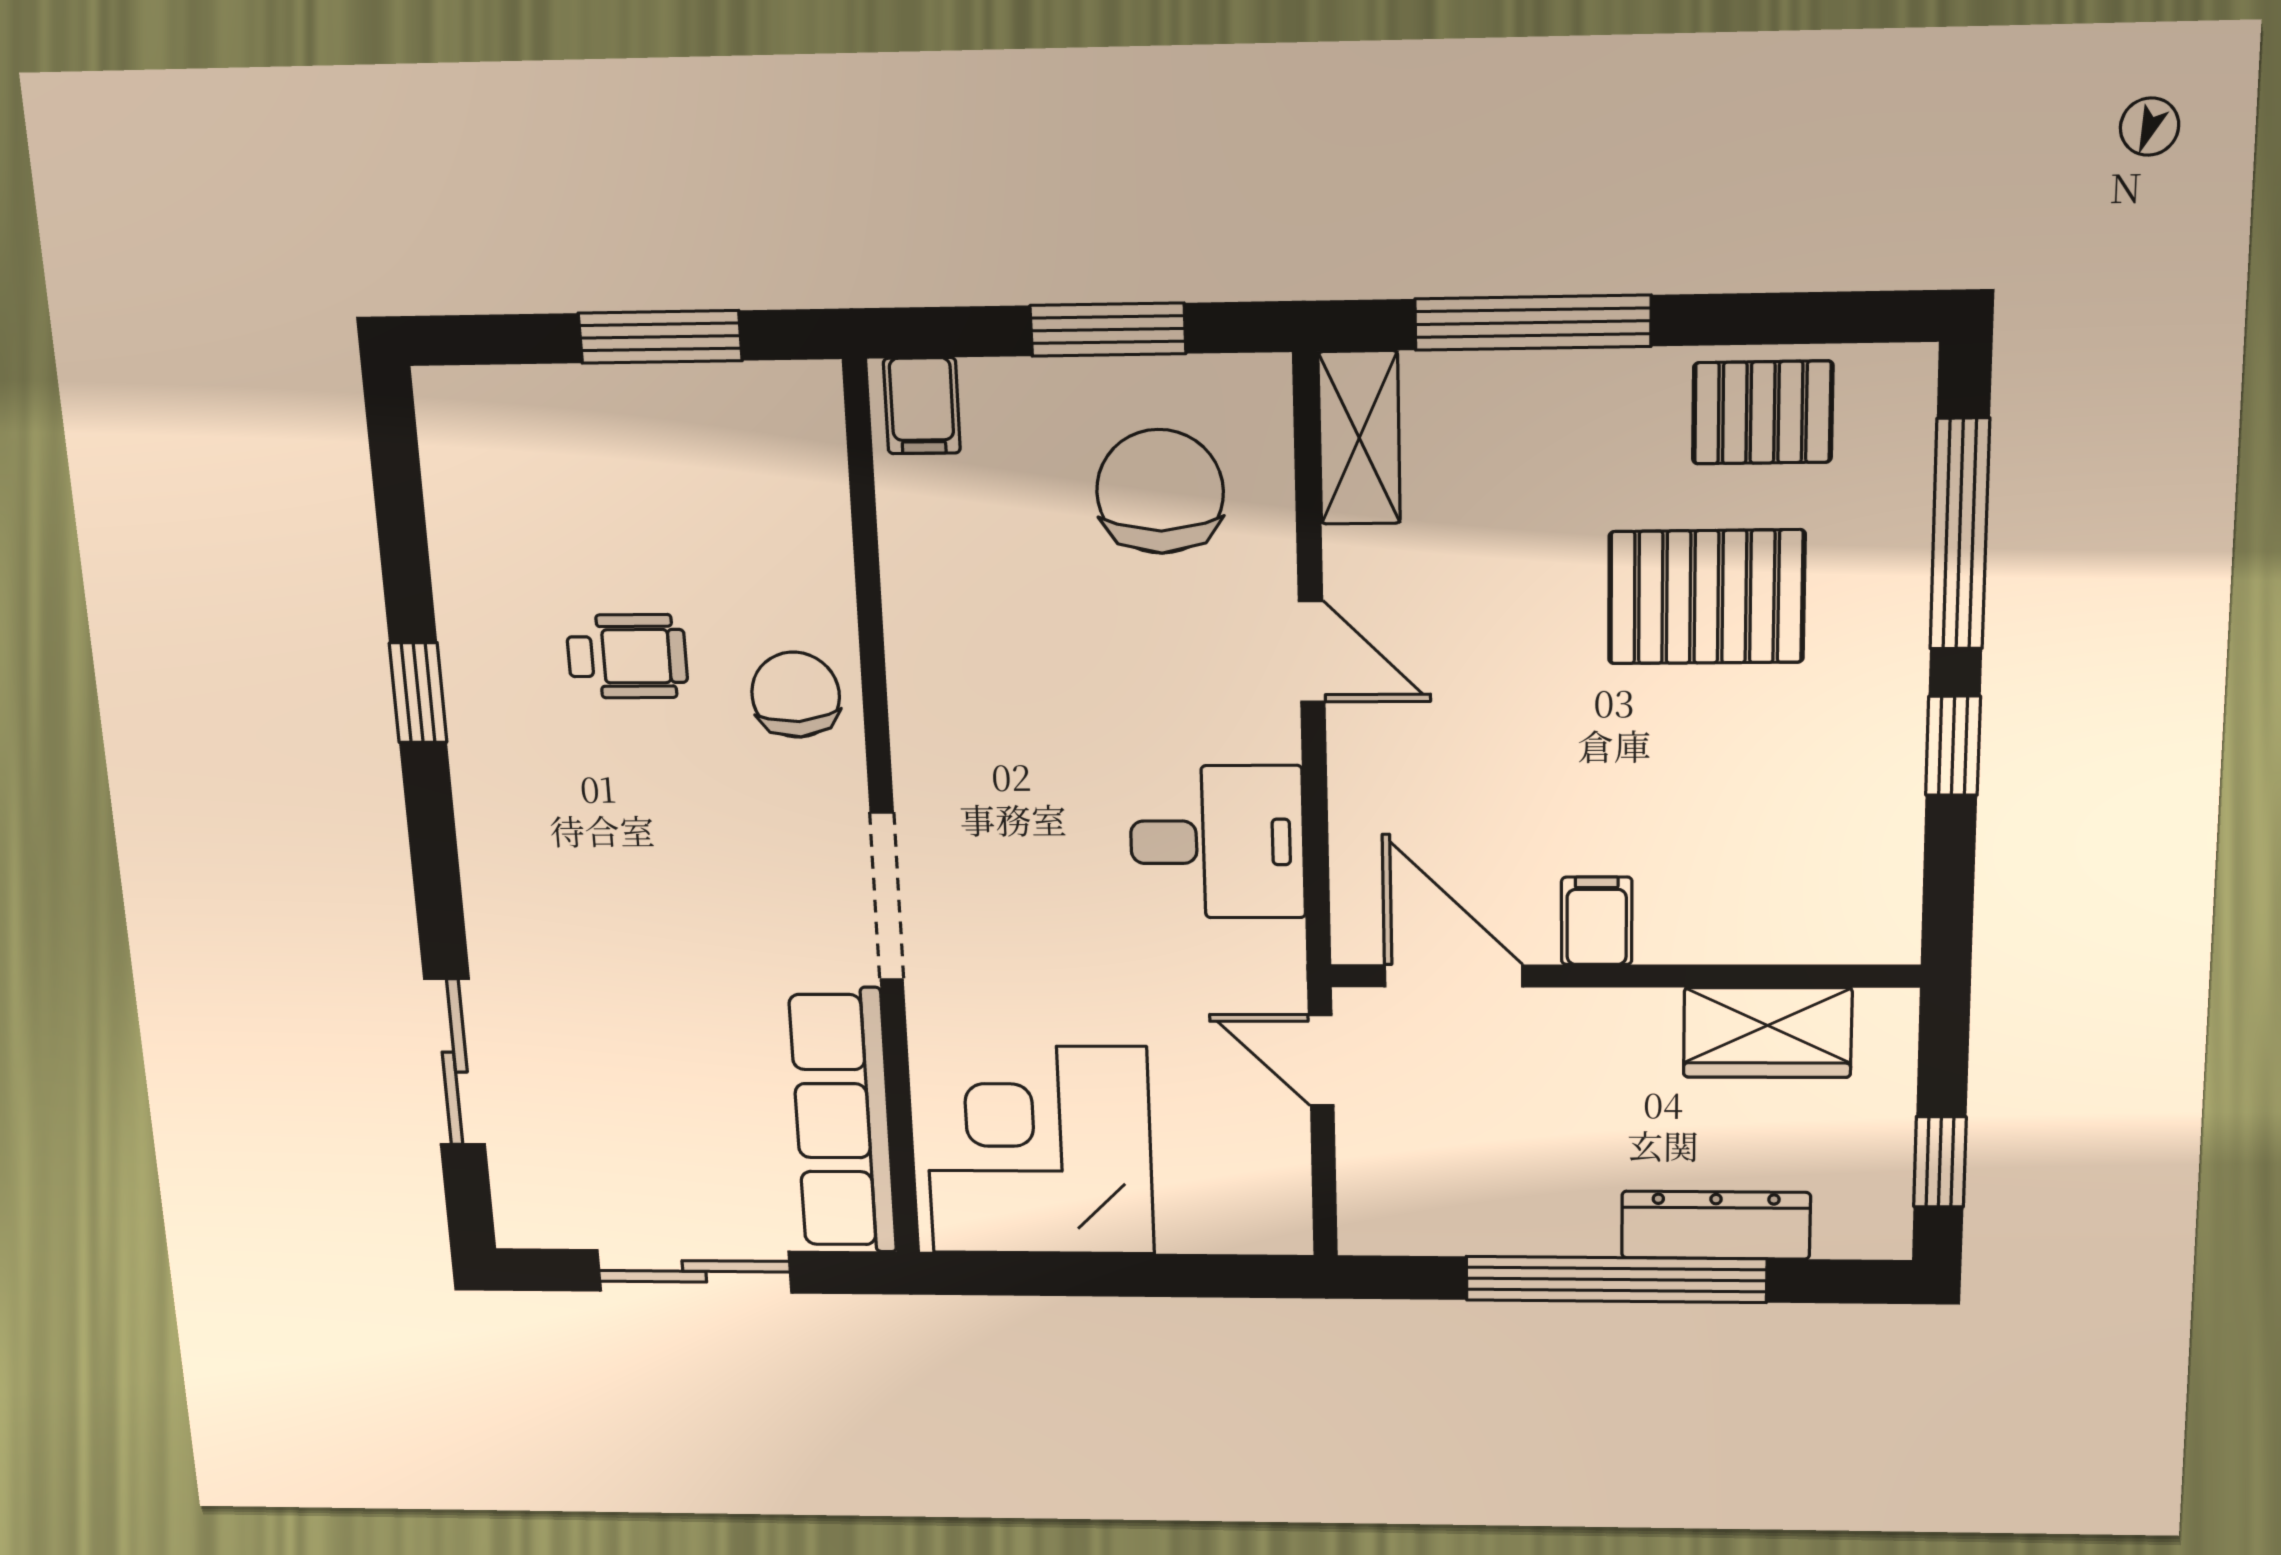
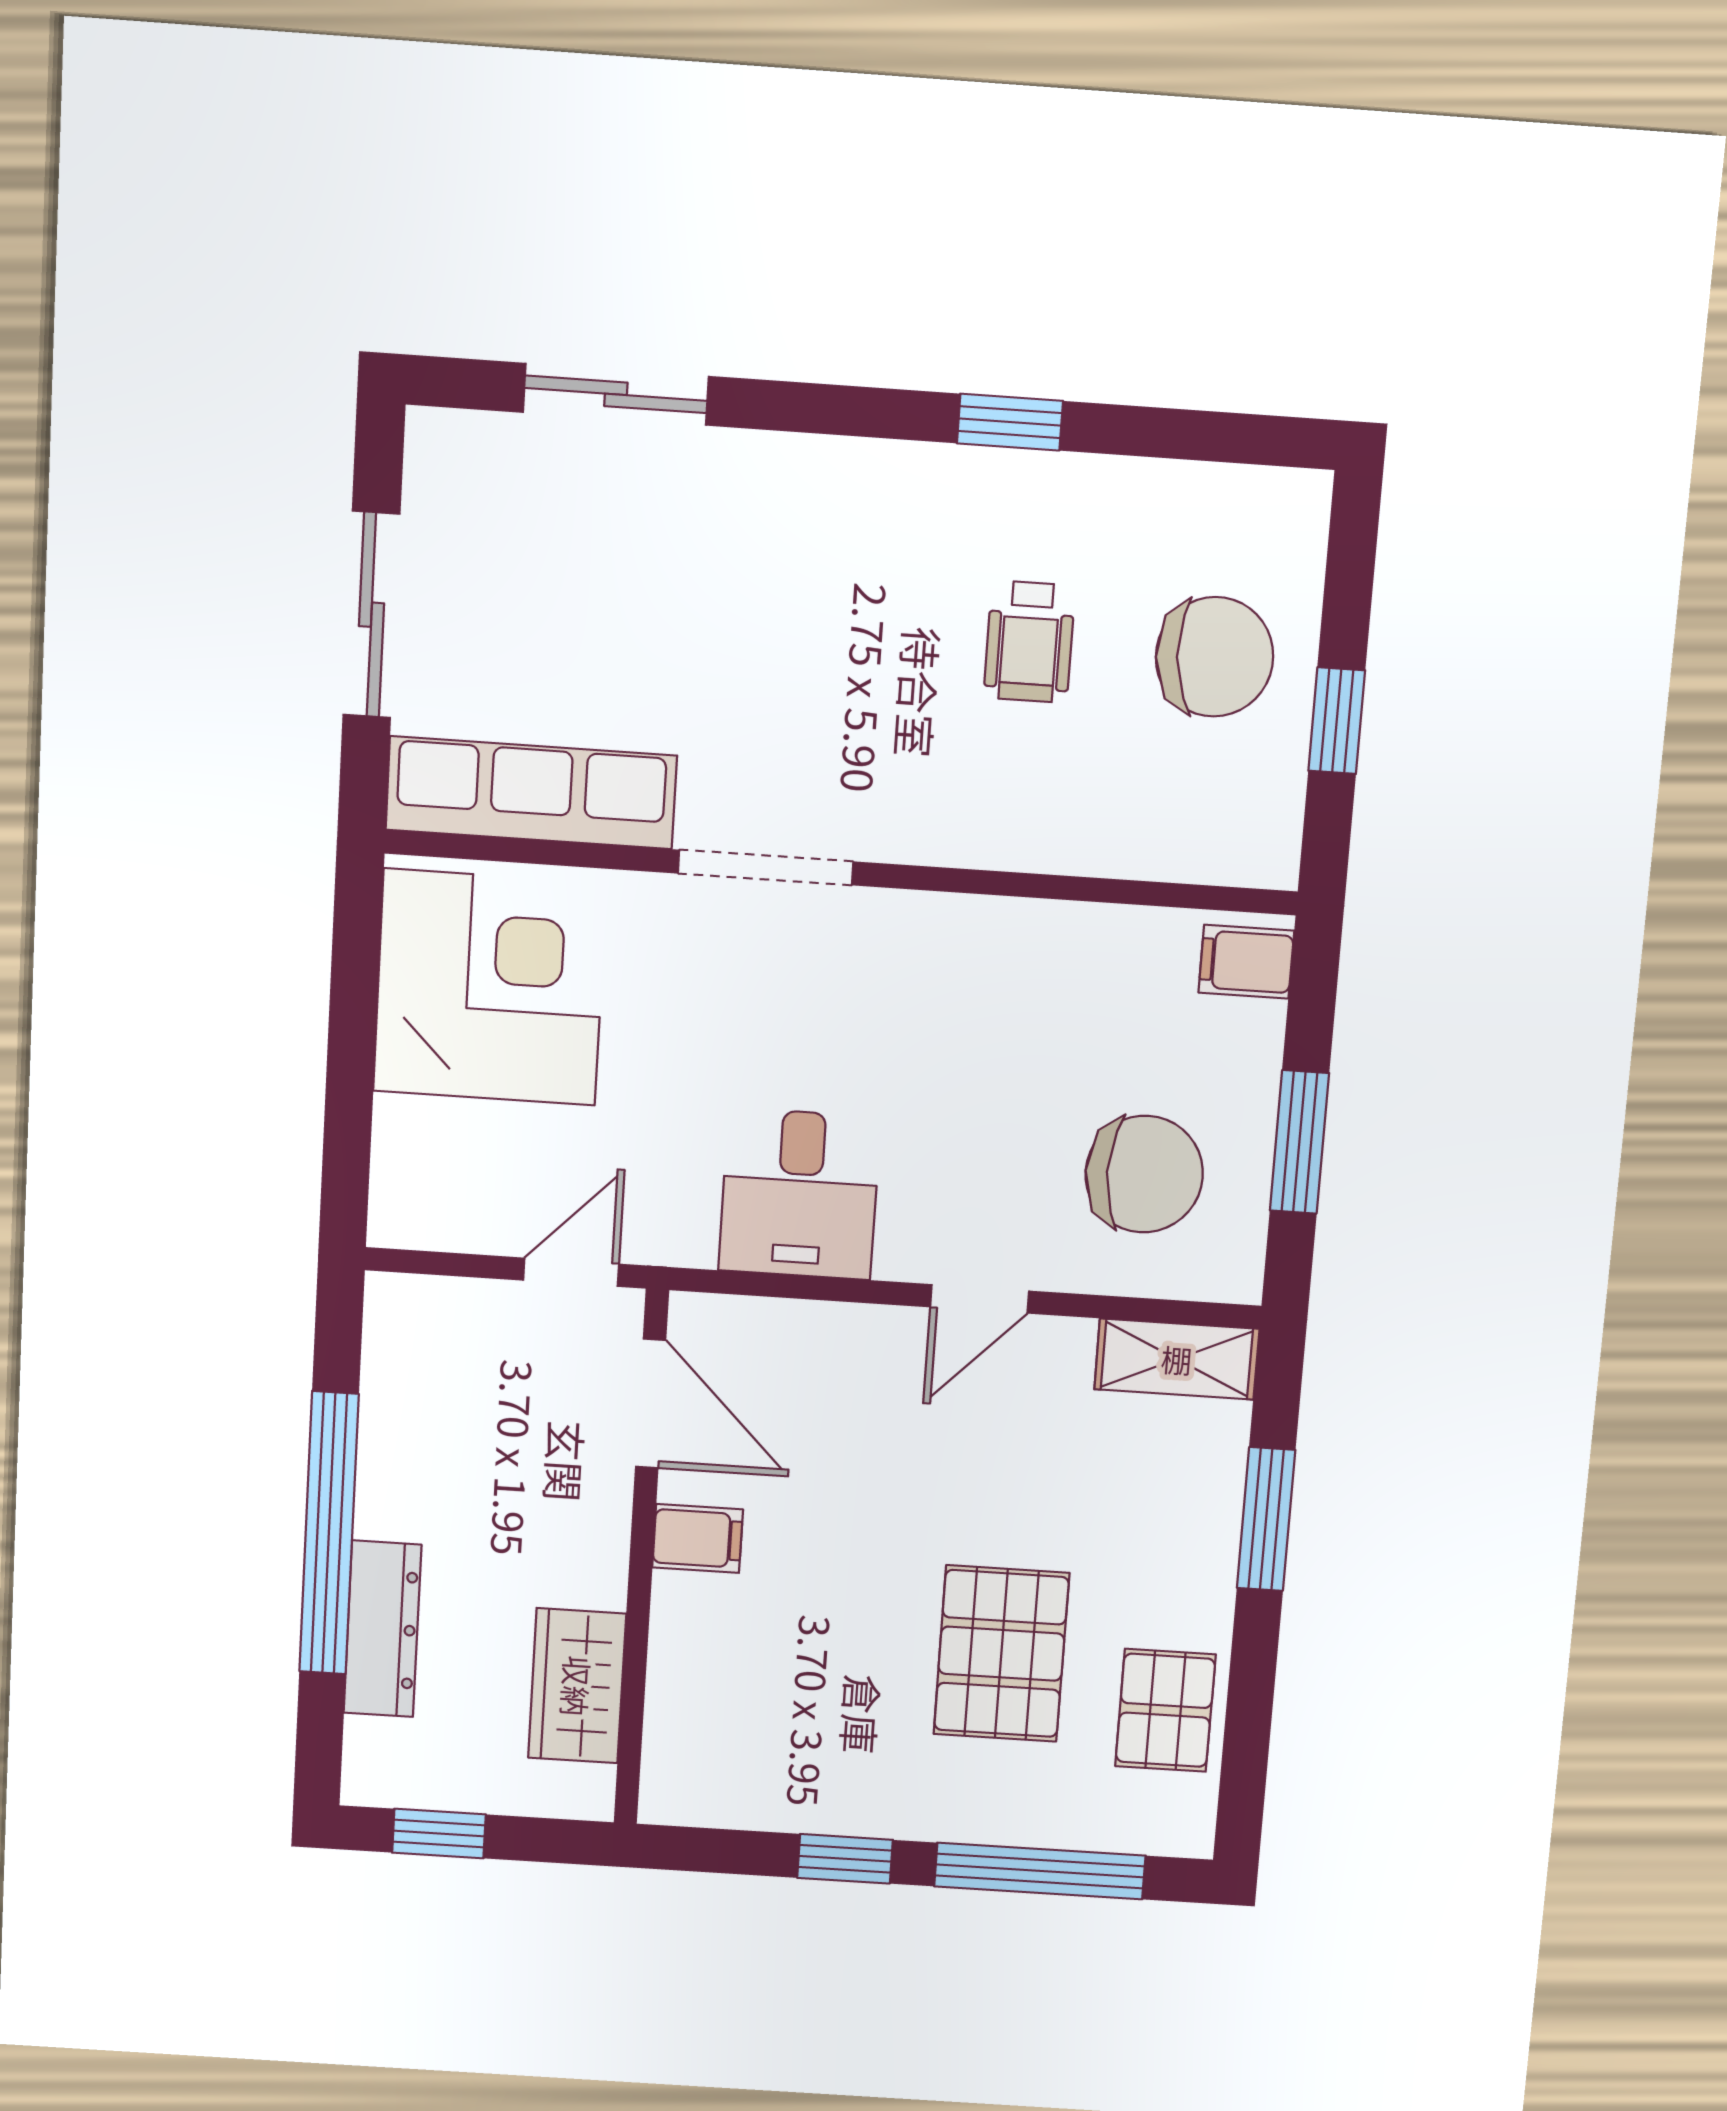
window: (1533, 323) -> (1266, 1519), width x0.69
window: (660, 337) -> (1337, 721), width x0.67
chair: (796, 695) -> (1215, 657), moved, width x1.37, depth x1.37
door: (1453, 976) -> (651, 1404), hinge flipped

